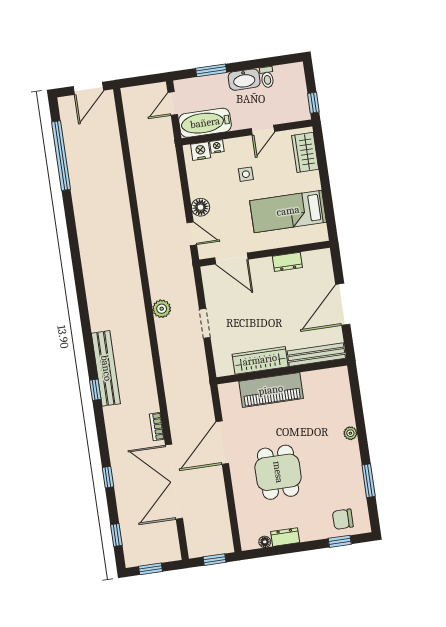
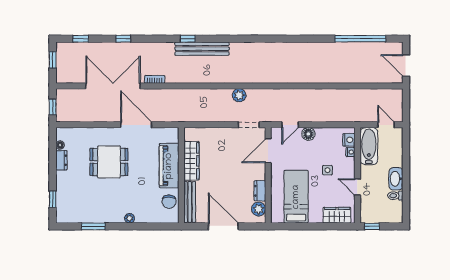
window: (211, 70) -> (406, 156), removed
plant: (312, 260) -> (259, 209), added
doorway: (205, 323) -> (249, 125), moved
chair: (343, 519) -> (169, 202), moved, turned 180

